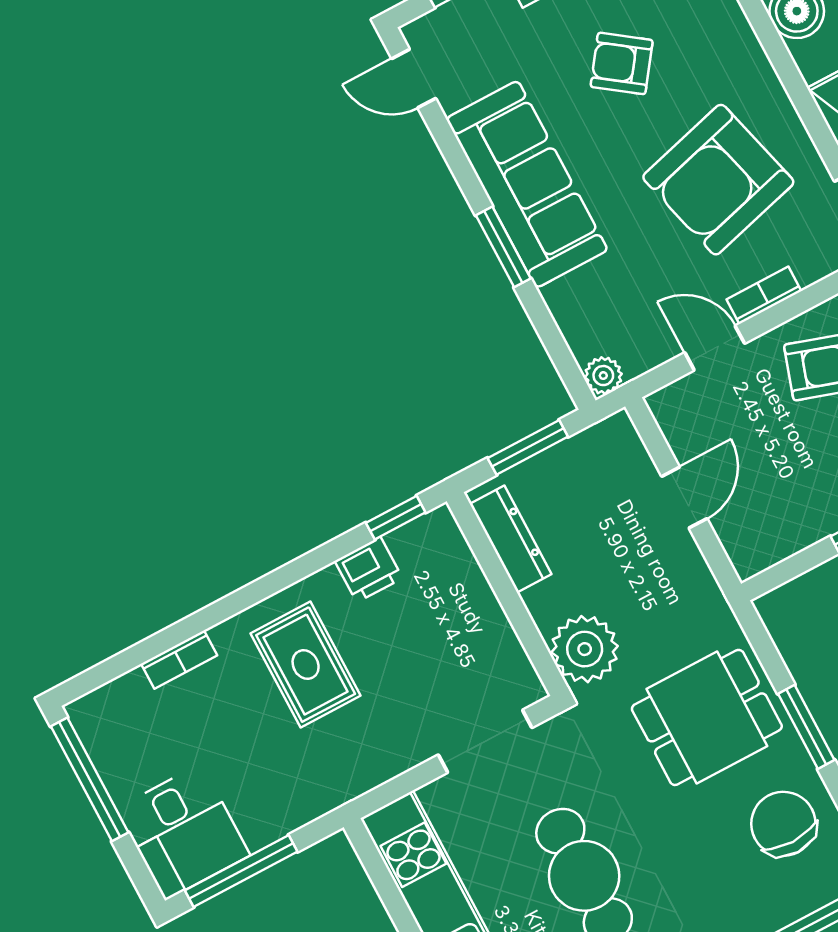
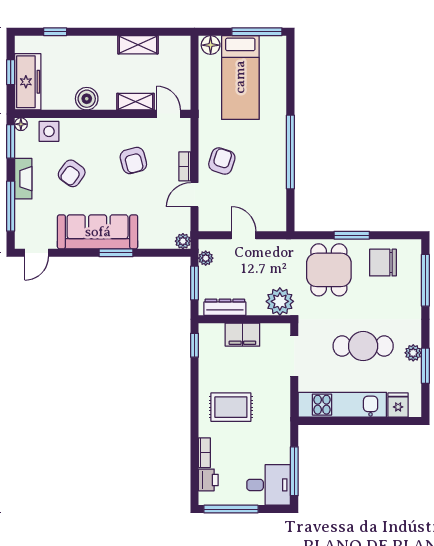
armchair: (718, 180) -> (133, 161), width x0.53, depth x0.53
plant: (593, 443) -> (206, 258), added
printer: (369, 569) -> (208, 480), moved
filing cabinet: (472, 607) -> (242, 335), added

